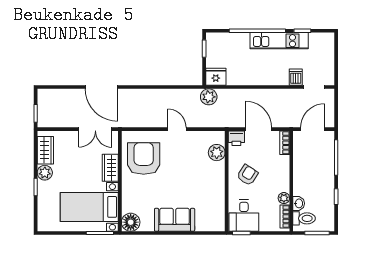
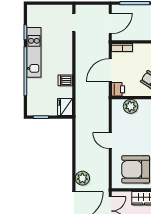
dishwasher: (296, 77) -> (65, 80), moved
plant: (209, 97) -> (82, 178), moved
door: (177, 129) -> (110, 141), hinge flipped
door: (313, 129) -> (110, 23), swing flipped

